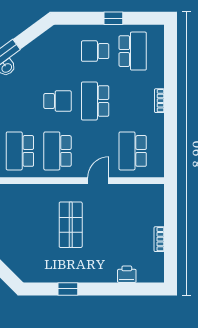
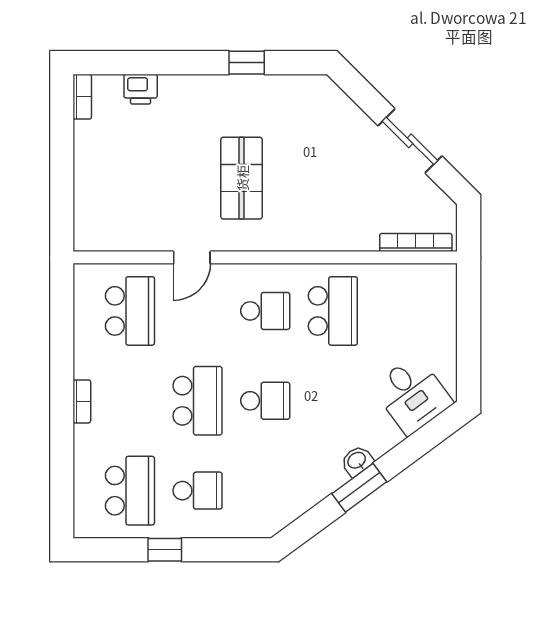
school desk: (133, 51) -> (130, 491), turned 180
school desk: (58, 101) -> (265, 401), turned 180
school desk: (58, 151) -> (265, 311), width x0.54
bookcase: (159, 239) -> (82, 97), moved

